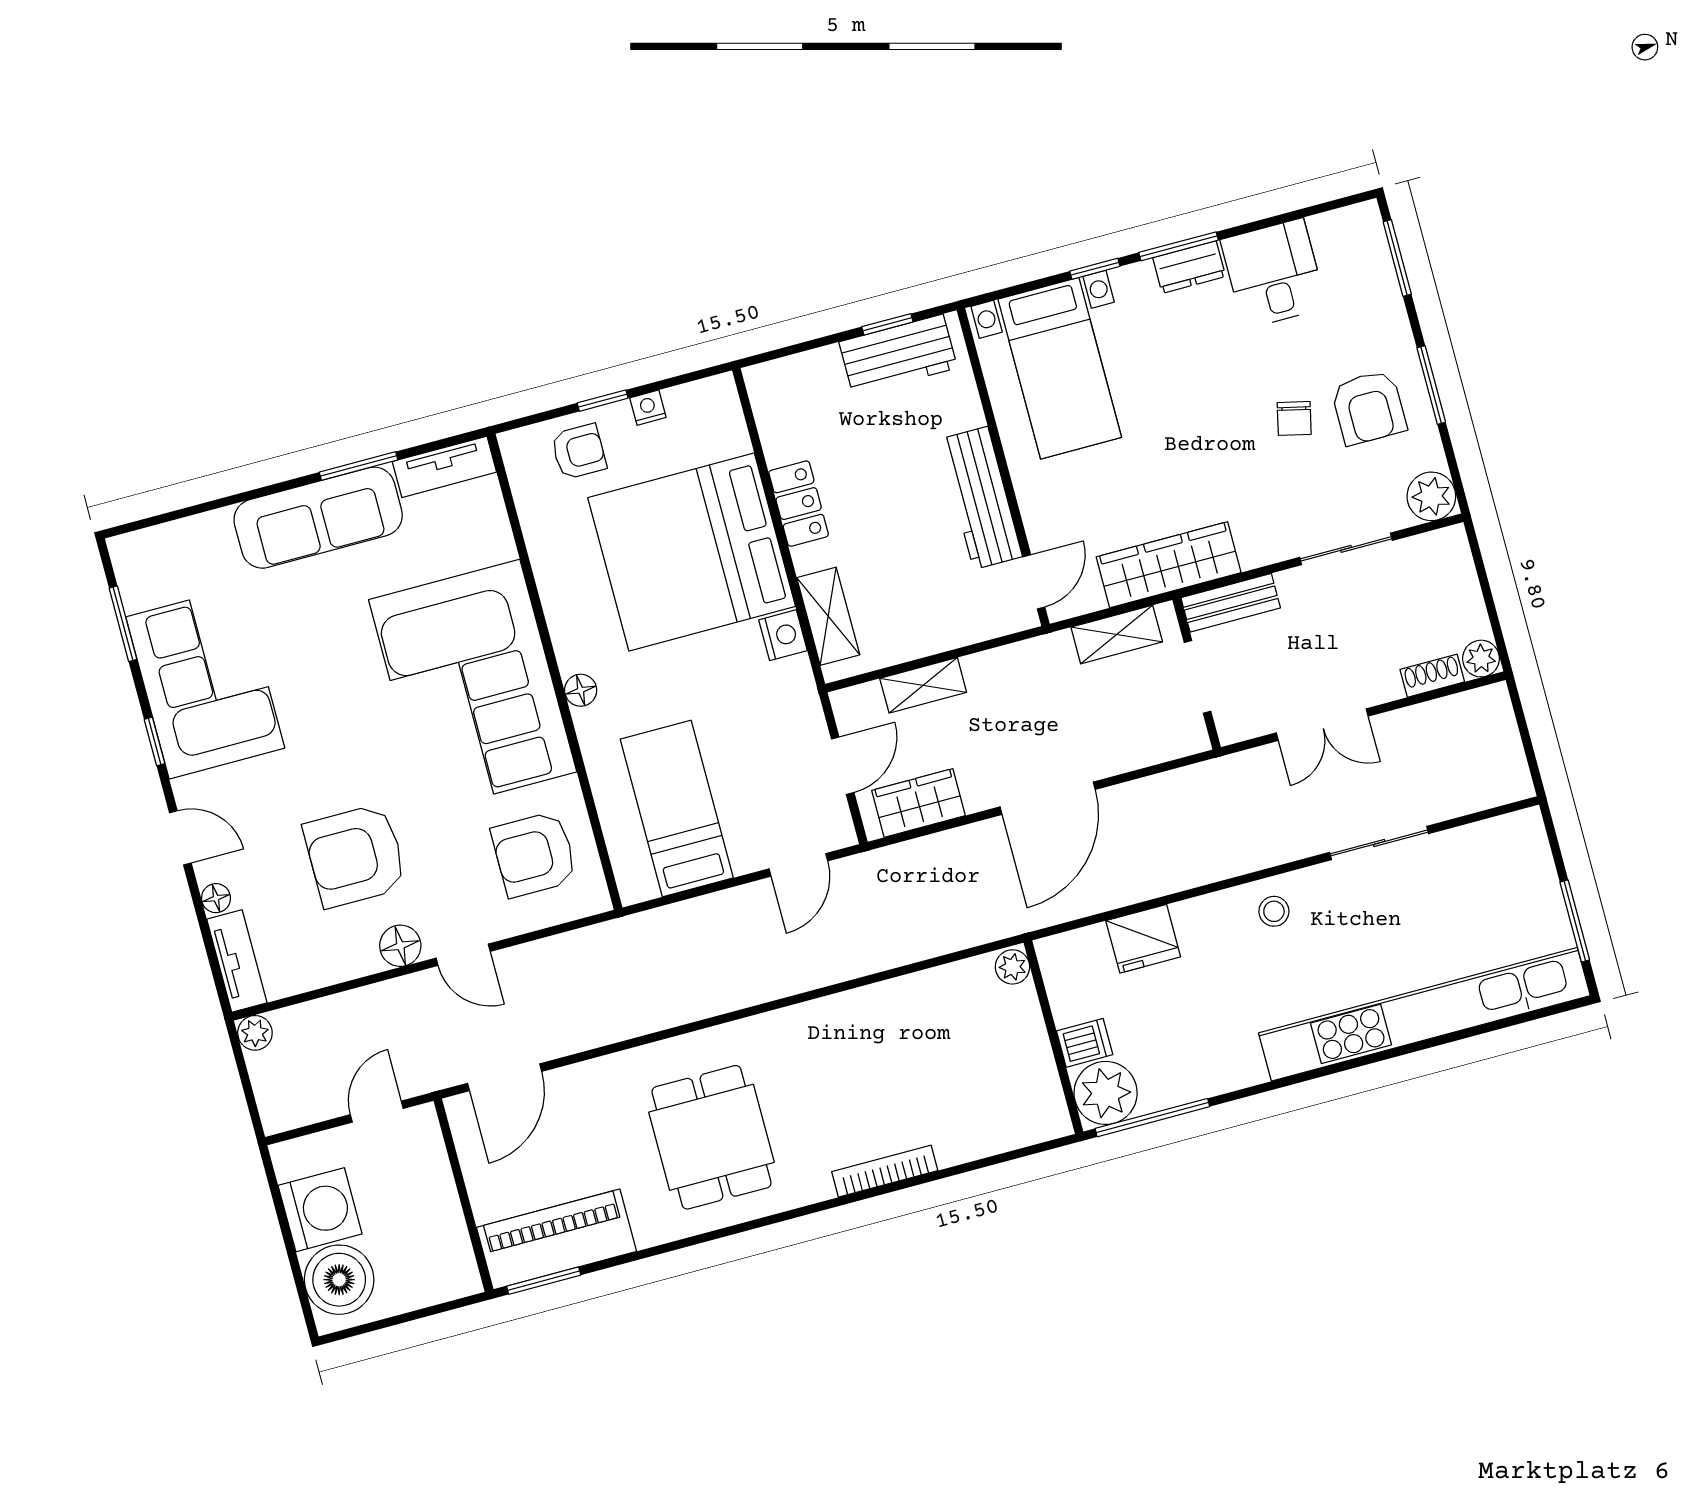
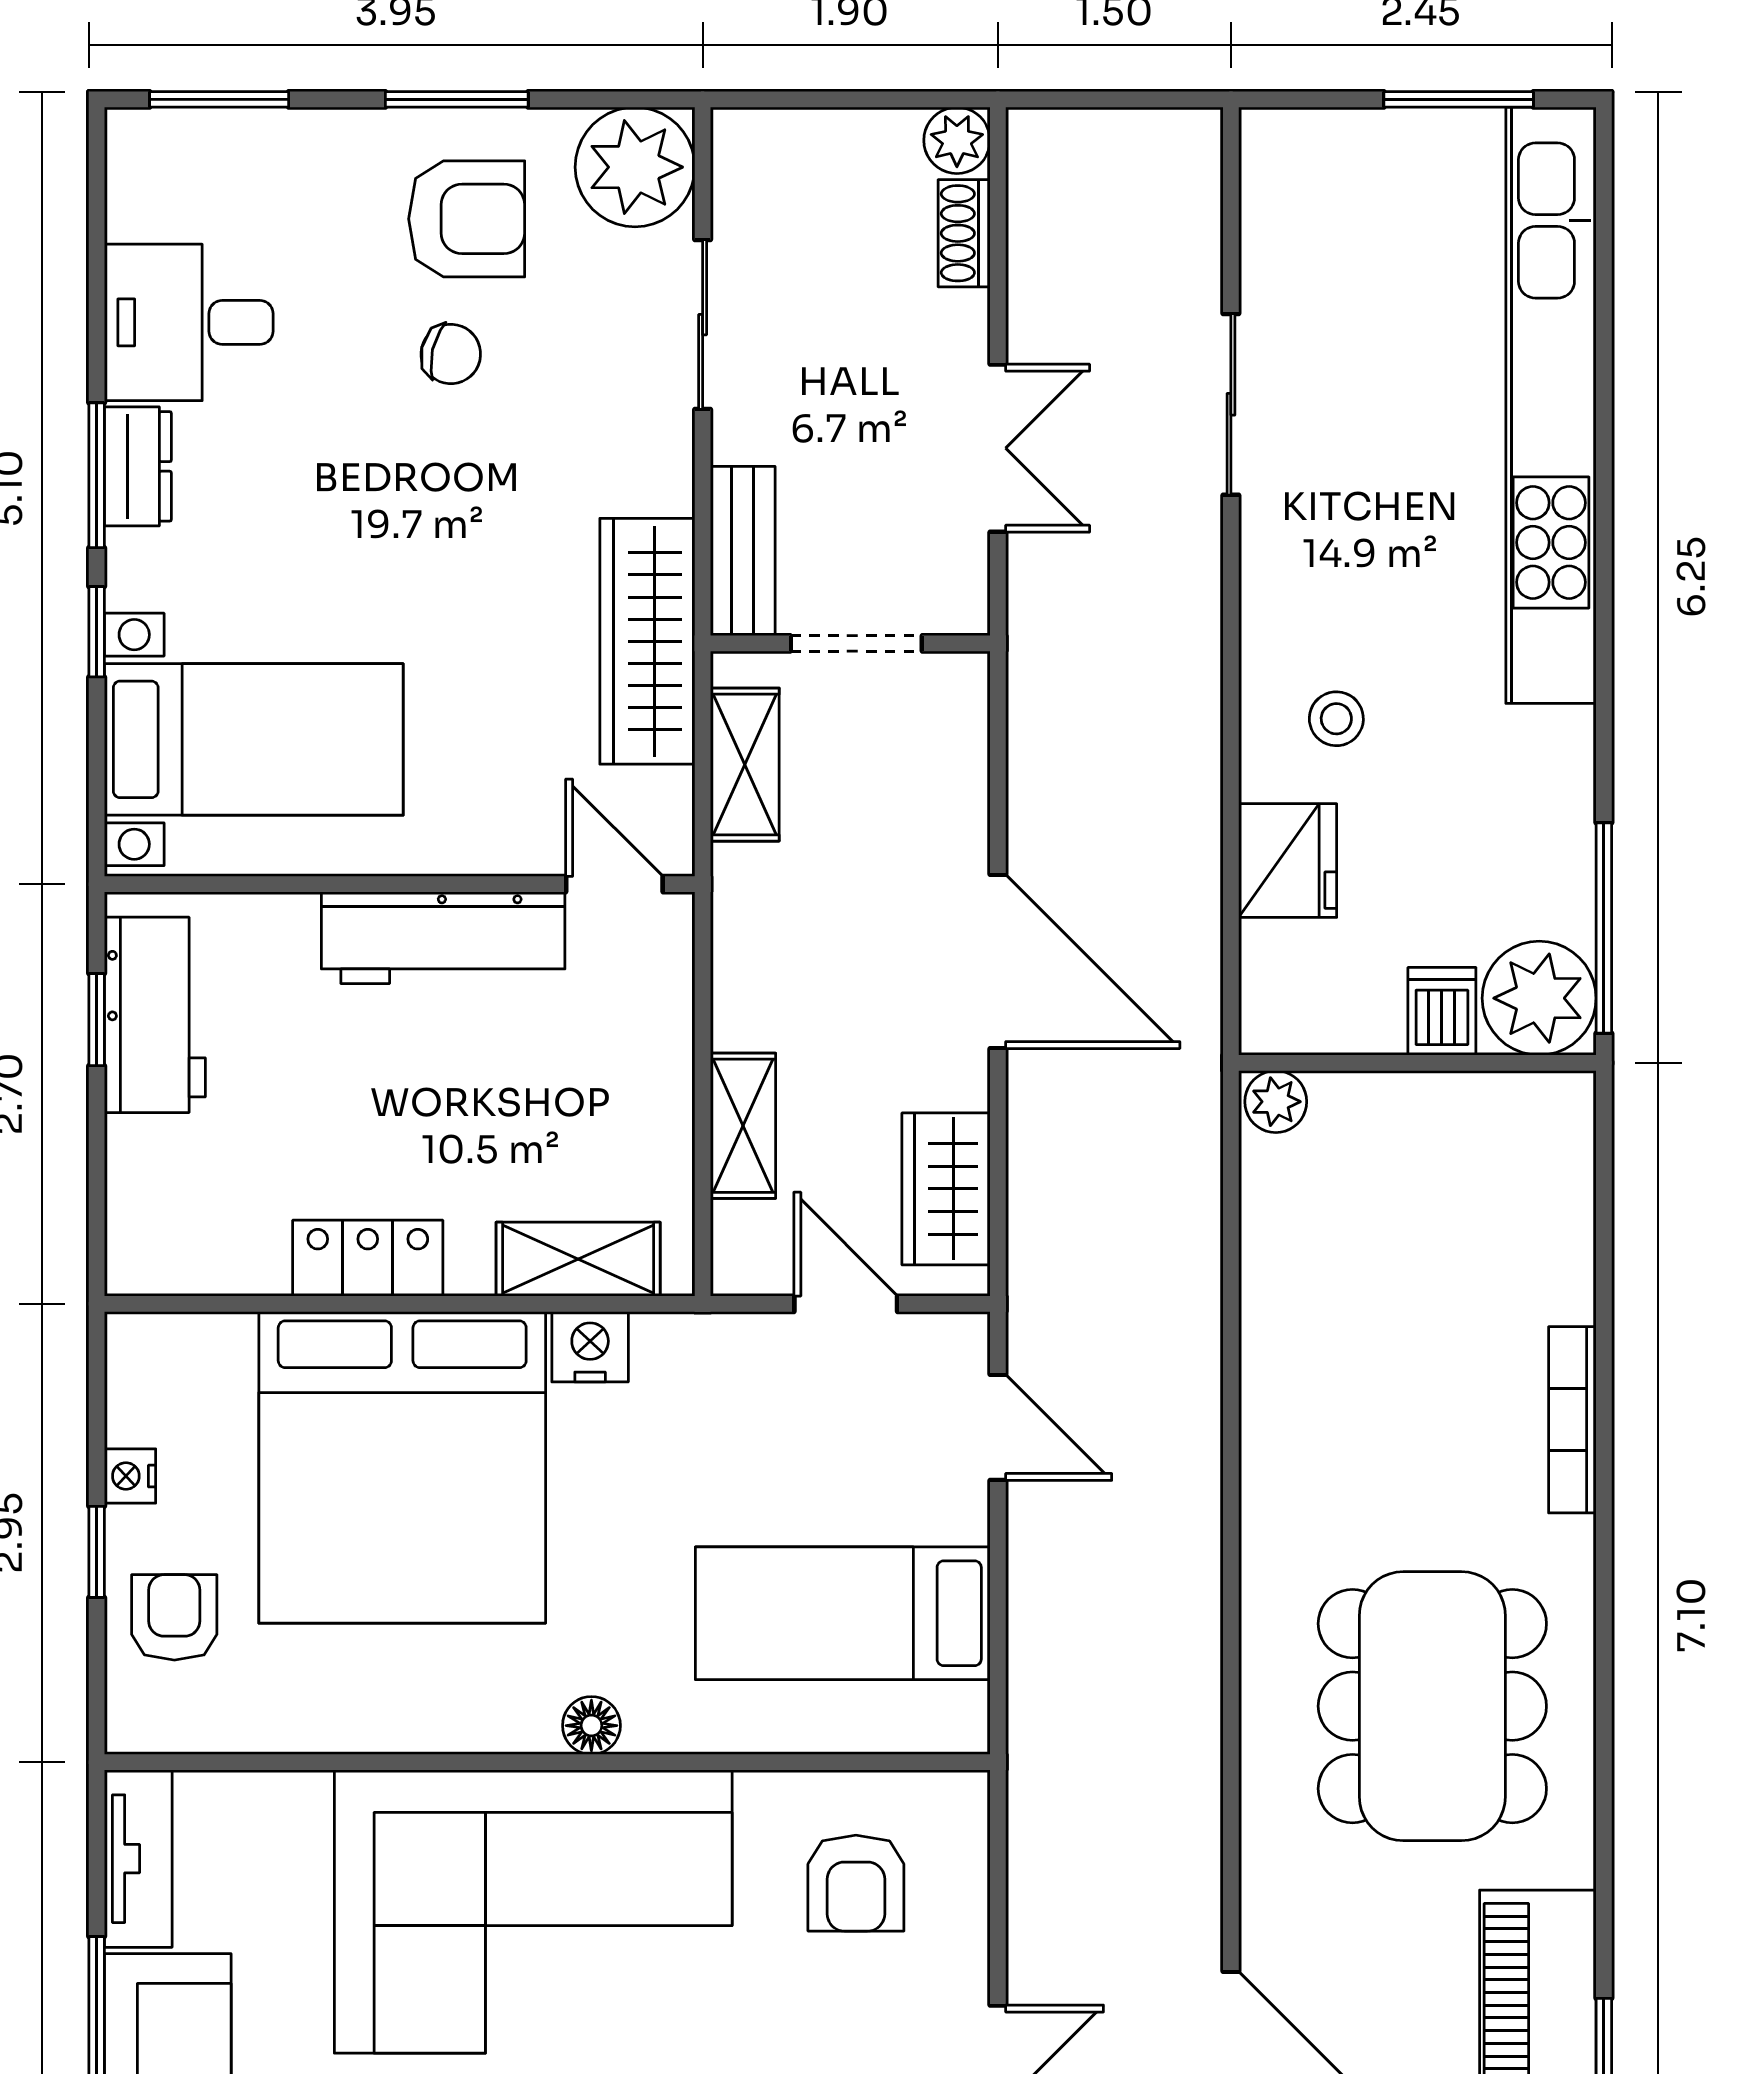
plant: (1431, 496) -> (635, 167), width x1.36, depth x1.36
armchair: (534, 854) -> (856, 1883), width x0.72, depth x0.72
stool: (1274, 911) -> (1336, 719), moved
dining table: (712, 1137) -> (1432, 1706), width x1.38

